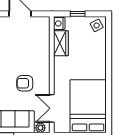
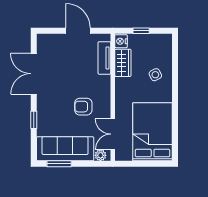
side table: (97, 25) -> (155, 75), moved
tv unit: (44, 39) -> (104, 58), added

